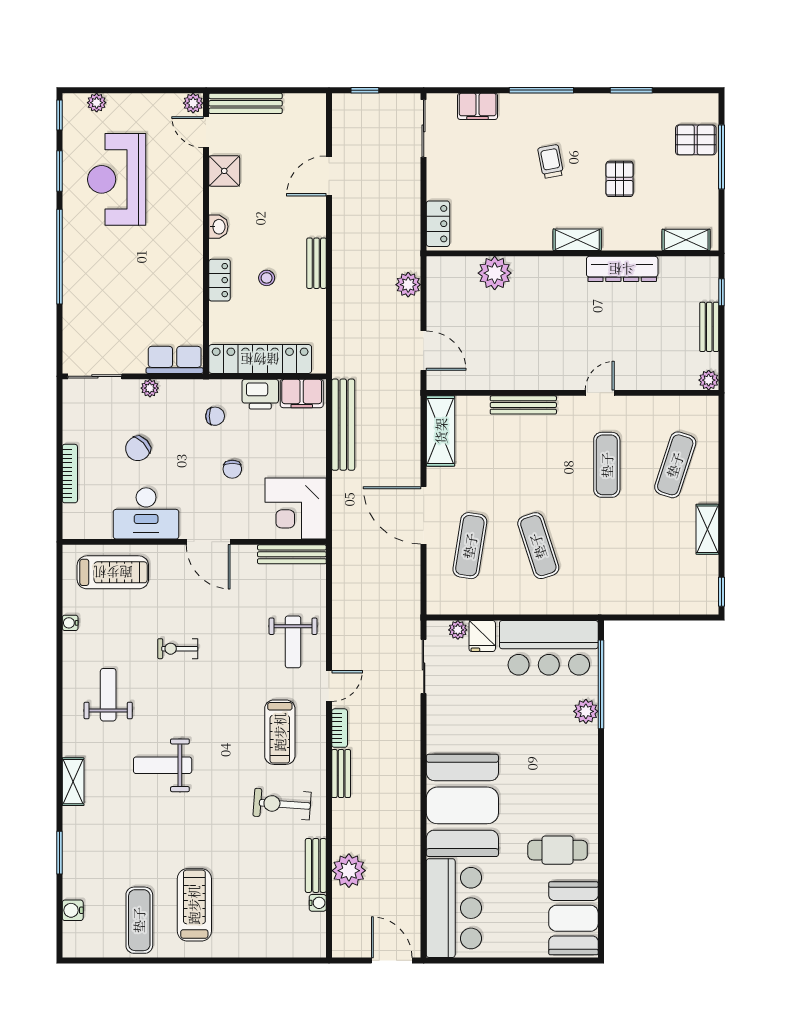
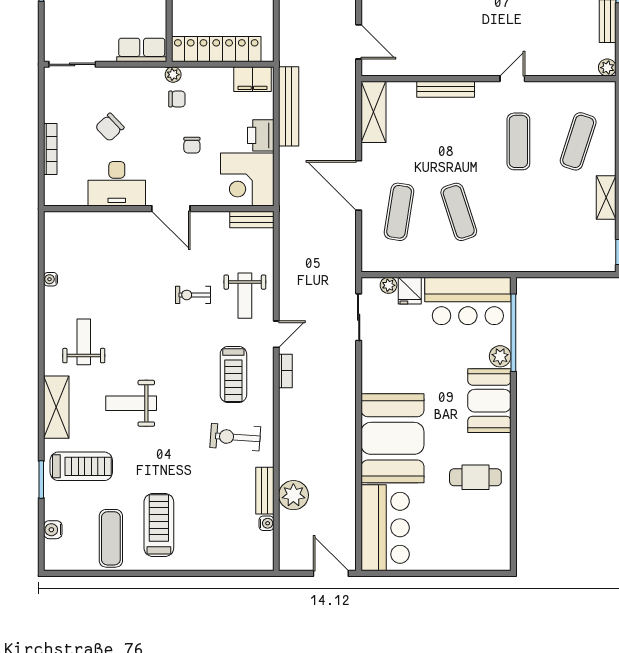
plant: (150, 388) -> (173, 75), moved
printer: (260, 394) -> (261, 135), moved, turned 90
bench: (292, 554) -> (252, 219), width x0.73
treadmill: (113, 572) -> (81, 466), moved
exercise bike: (178, 649) -> (193, 295), moved
bench: (341, 774) -> (287, 411), removed
shelving: (73, 782) -> (56, 407), width x1.50, depth x1.33
booth: (573, 918) -> (489, 401), moved

